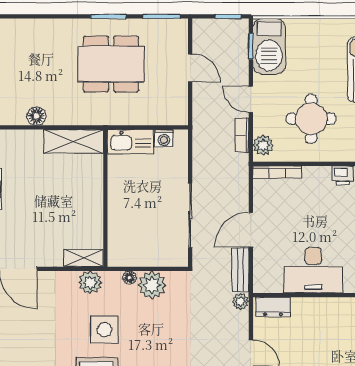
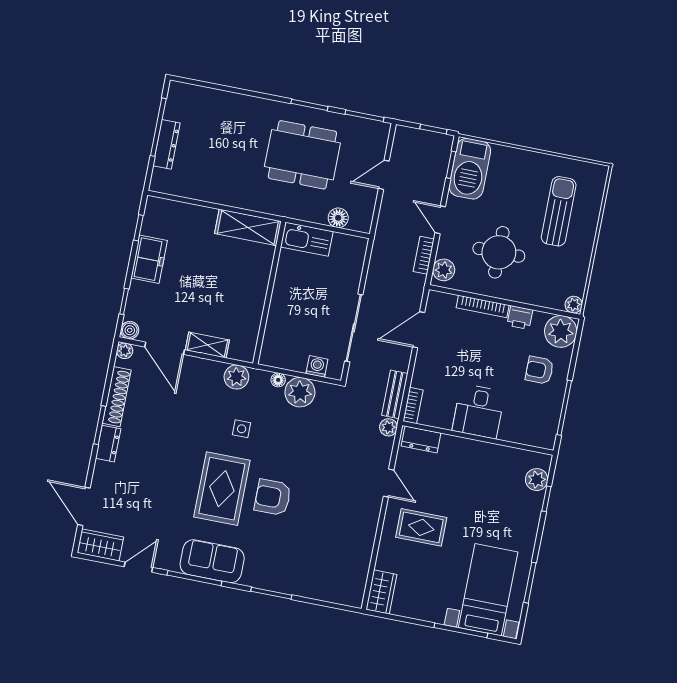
door: (190, 68) -> (384, 175), swing flipped
floor lamp: (36, 116) -> (338, 218), moved
washing machine: (164, 138) -> (317, 366), moved, turned 180
bookcase: (277, 172) -> (483, 306), moved
door: (251, 230) -> (419, 330), moved
shelving: (83, 258) -> (207, 345), moved
desk: (313, 270) -> (479, 411), width x0.73
bookcase: (259, 277) -> (413, 405), added
side table: (104, 330) -> (242, 429), width x0.54, depth x0.54

